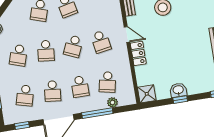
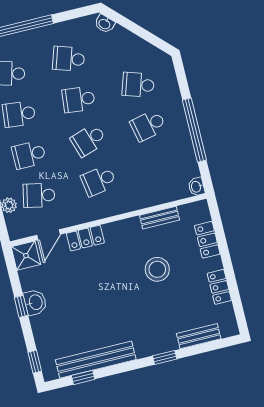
door: (127, 34) -> (49, 235), moved
school desk: (73, 46) -> (89, 140), turned -42

